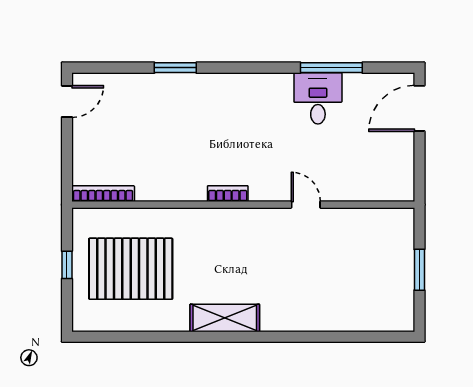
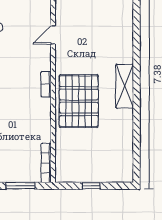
window: (67, 153) -> (20, 186), added
pallet: (131, 269) -> (79, 101), moved

